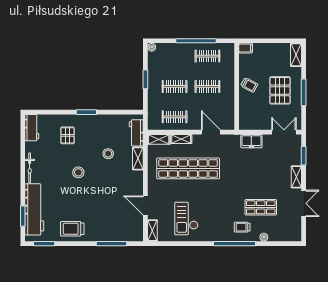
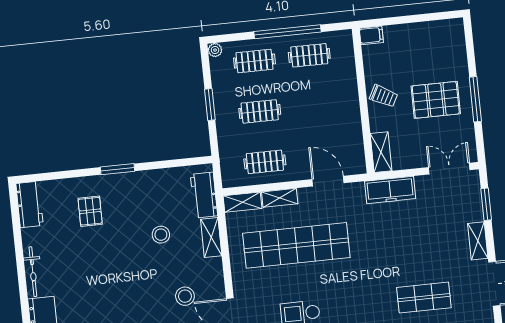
shelving: (296, 55) -> (381, 152), moved
clothes rail: (207, 86) -> (254, 61), moved
pallet: (280, 90) -> (436, 100), turned 90
freezer: (251, 141) -> (390, 190), width x1.40
stool: (78, 172) -> (185, 296), moved

